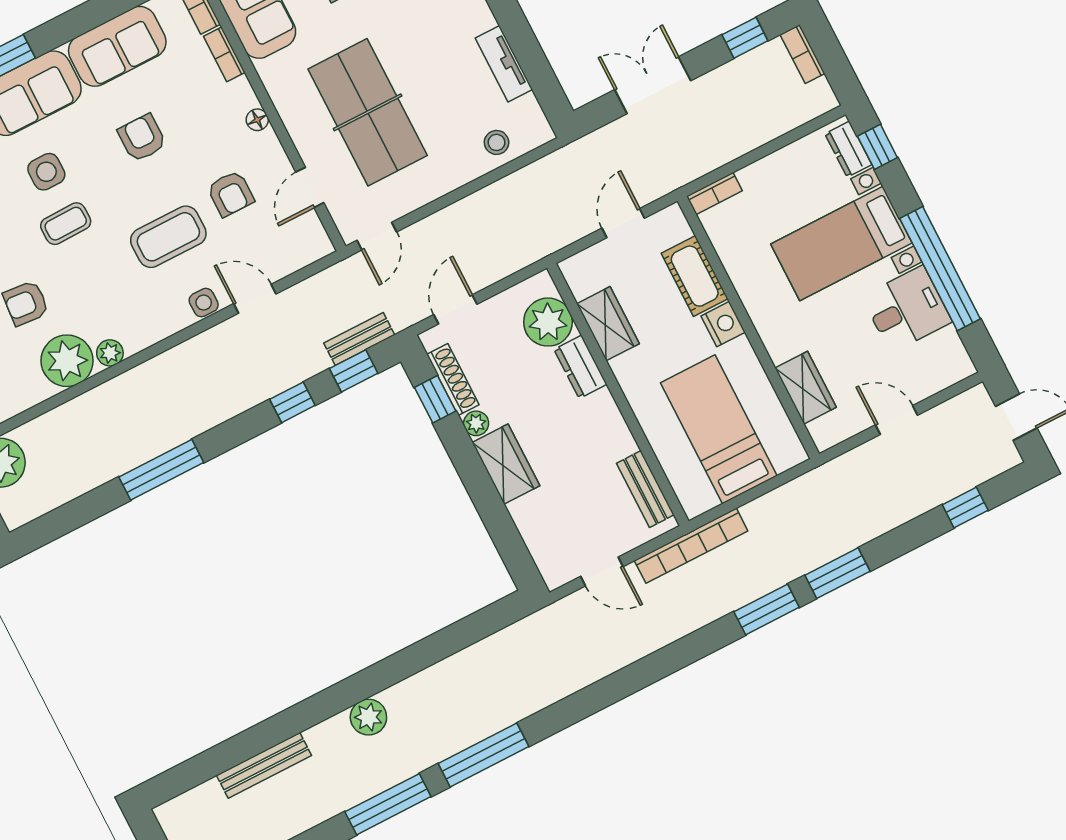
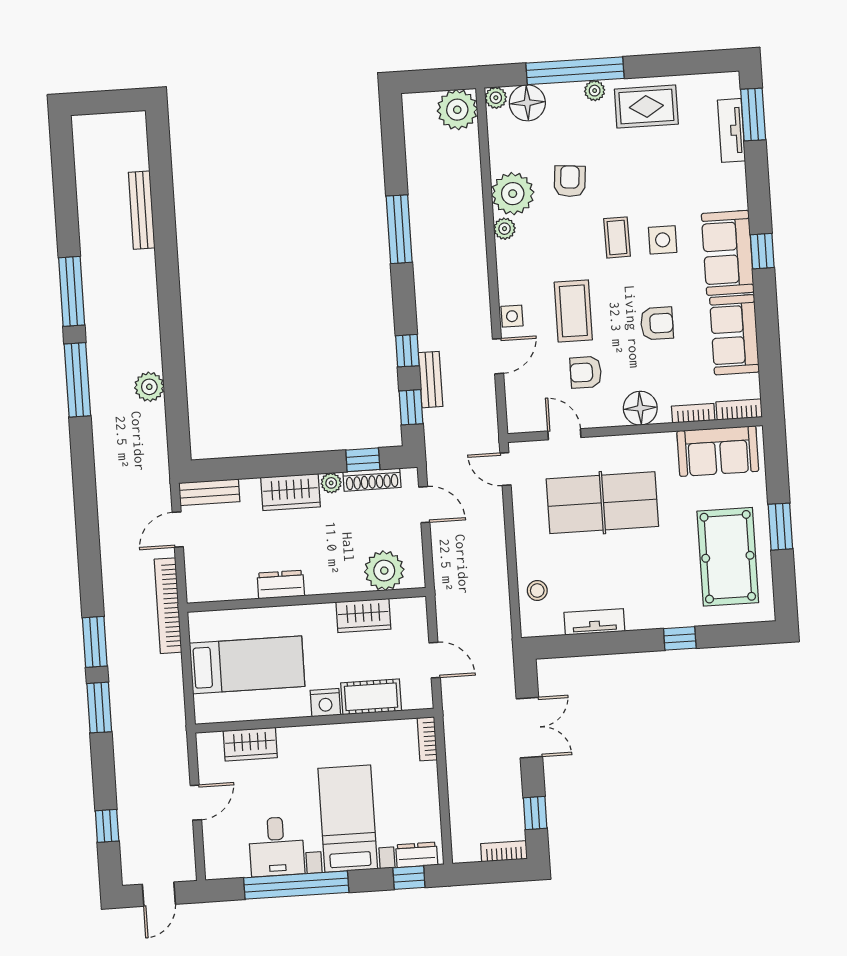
floor lamp: (257, 120) -> (640, 408), width x1.89, depth x1.89
bench: (359, 339) -> (431, 380), moved
dresser: (580, 367) -> (281, 584), moved
bench: (645, 489) -> (209, 492), moved
plant: (368, 717) -> (149, 387), moved

